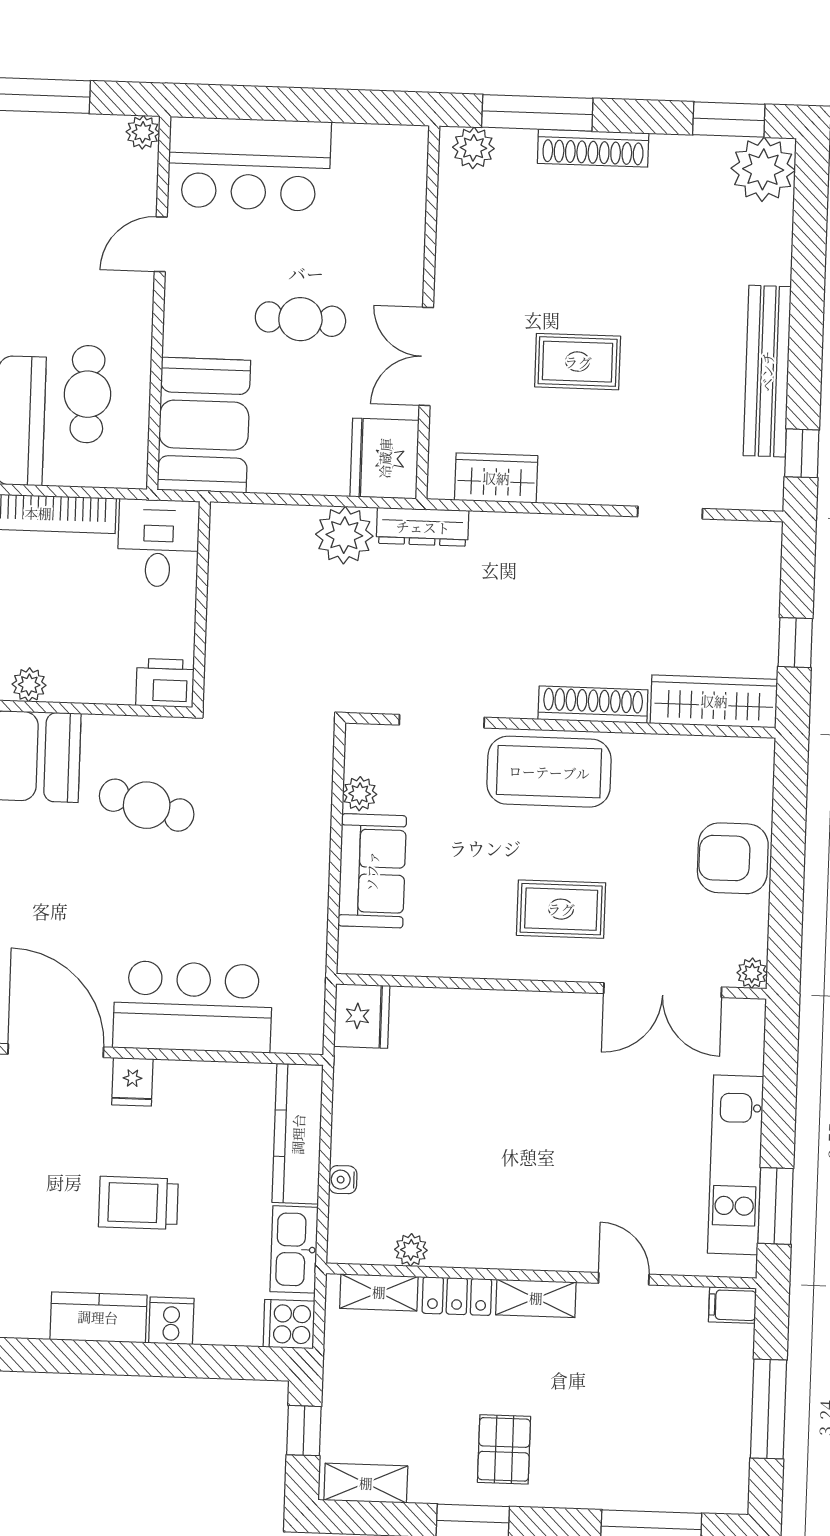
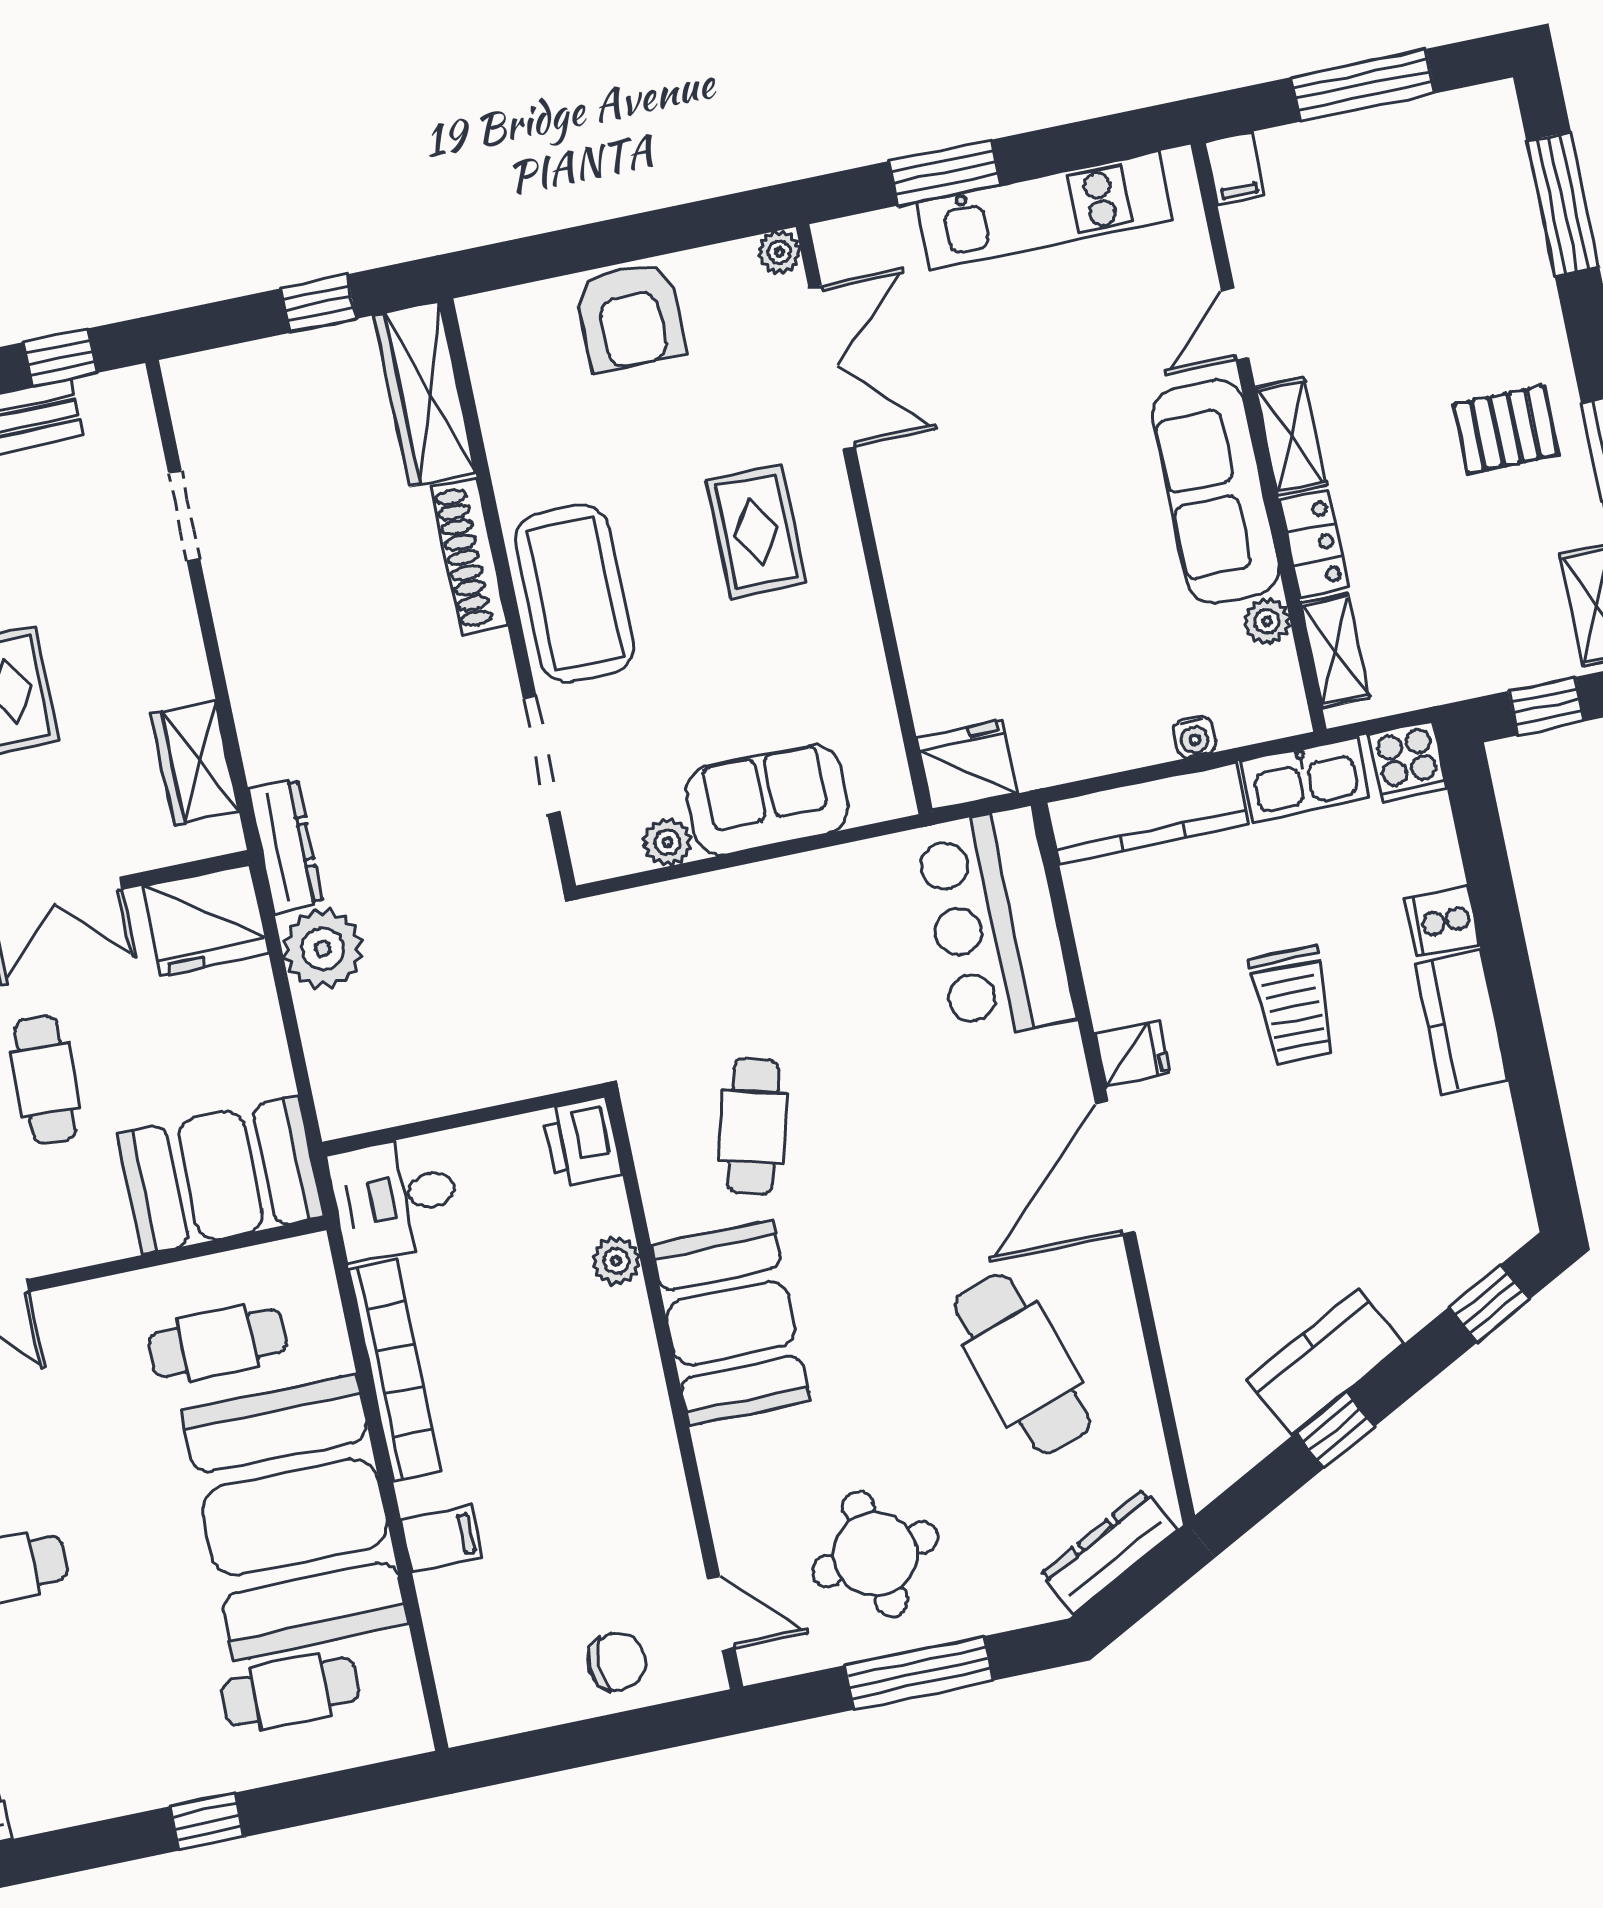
plant: (29, 685) -> (616, 1261), moved
bar counter: (193, 1007) -> (995, 924), moved
window: (776, 1206) -> (945, 173), moved
sofa: (510, 1236) -> (1215, 492), added

